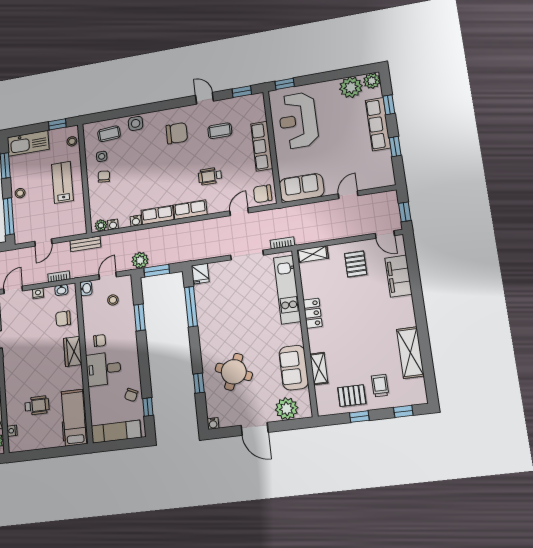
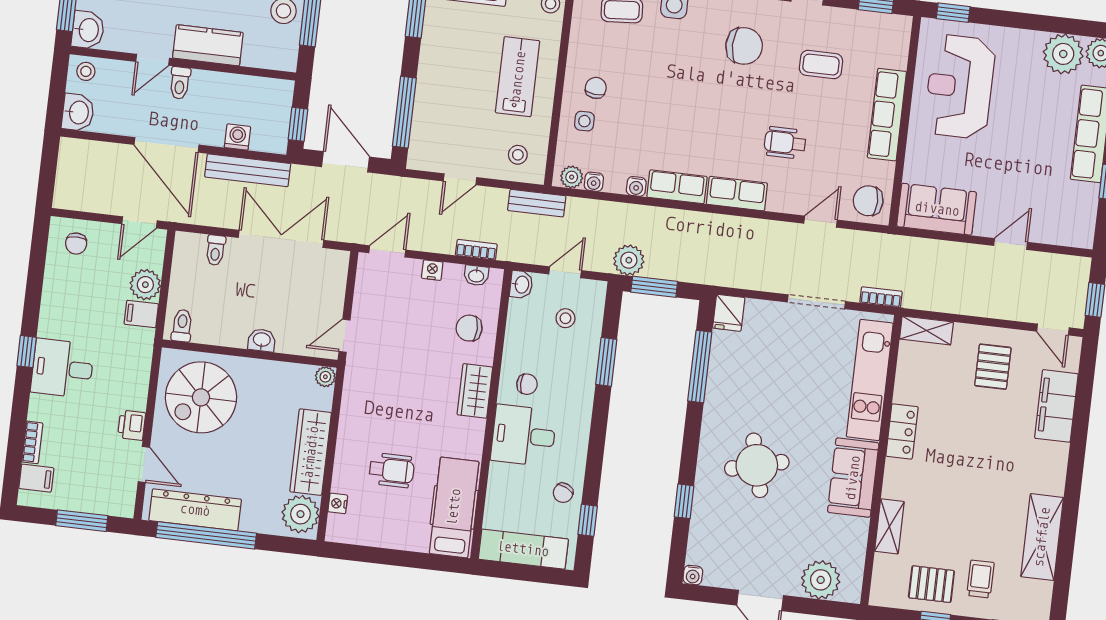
side table: (102, 156) -> (584, 121), moved
stool: (20, 193) -> (518, 155), moved
sofa: (294, 368) -> (853, 478), moved
round table: (234, 372) -> (757, 465), moved, turned -37

